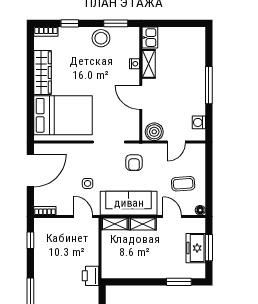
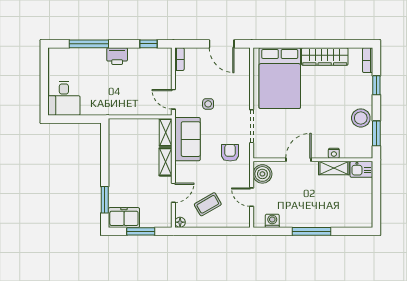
armchair: (134, 163) -> (230, 153), turned 90
door: (30, 171) -> (222, 44), width x0.73
coffee table: (183, 184) -> (208, 204), turned 64
sofa: (129, 203) -> (187, 139), width x0.73
door: (83, 216) -> (173, 99), swing flipped
freezer: (196, 248) -> (124, 218), moved
printer: (90, 276) -> (117, 56), moved, turned 180

